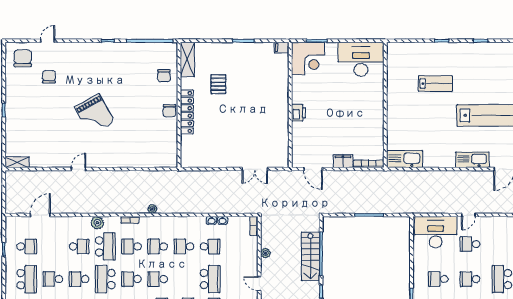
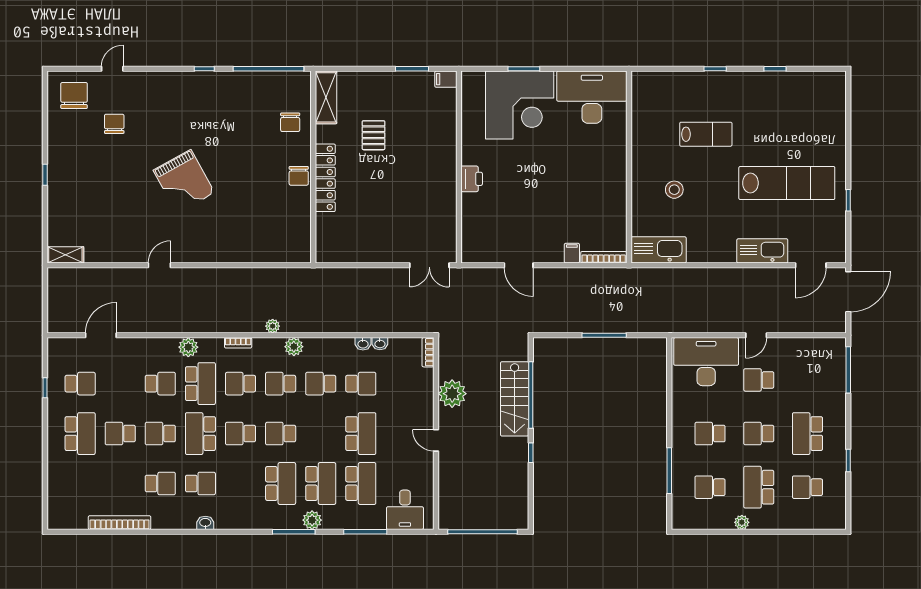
filing cabinet: (282, 48) -> (446, 79), moved
corner desk: (308, 59) -> (520, 105), width x1.36, depth x1.36
wall: (290, 105) -> (459, 167), moved
printer: (298, 113) -> (472, 179), moved
stool: (415, 120) -> (674, 190), added
filing cabinet: (343, 161) -> (572, 253), width x0.50
plant: (166, 222) -> (294, 347), added
plant: (265, 253) -> (452, 394), width x1.87, depth x1.87

